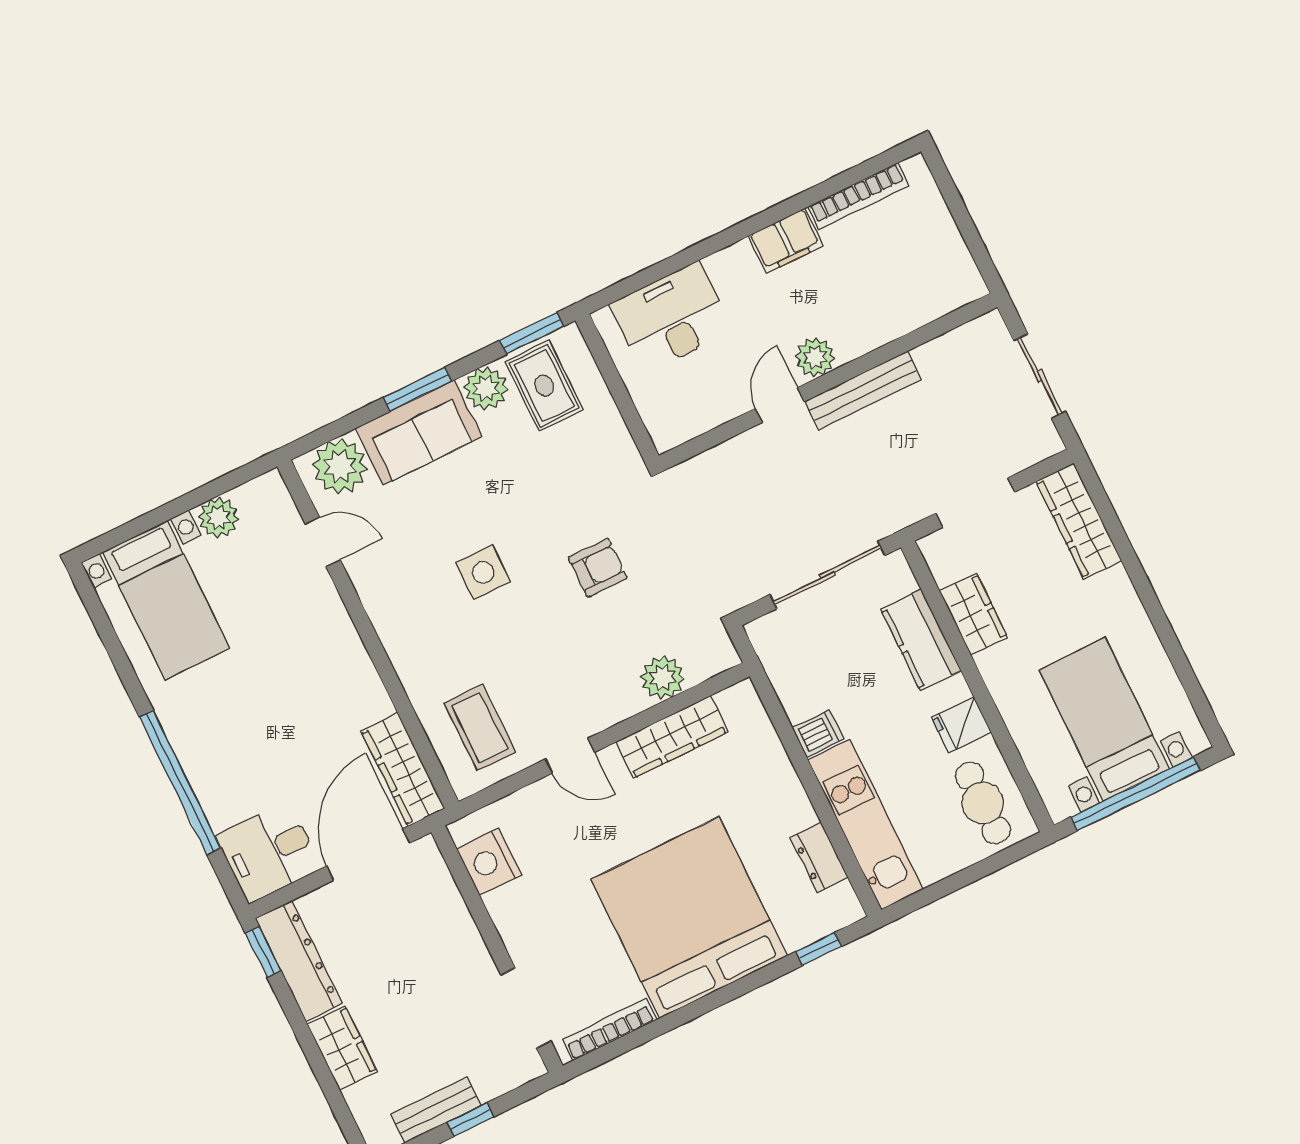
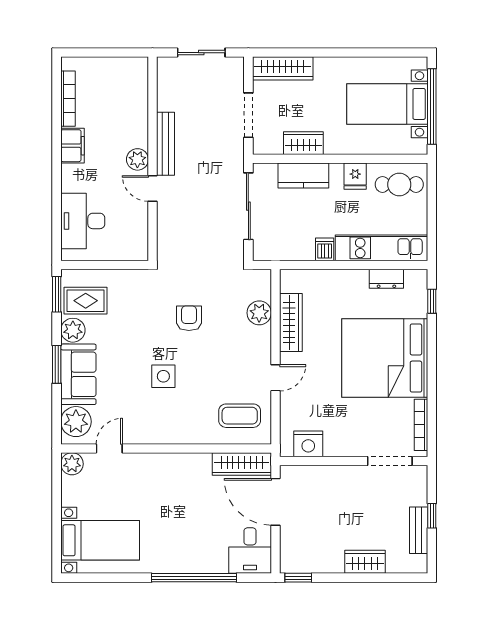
plant: (218, 518) -> (72, 464), moved
dresser: (299, 961) -> (311, 562), removed

